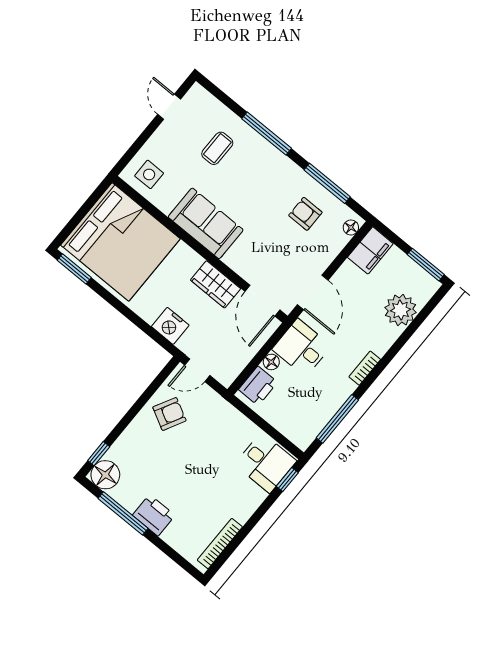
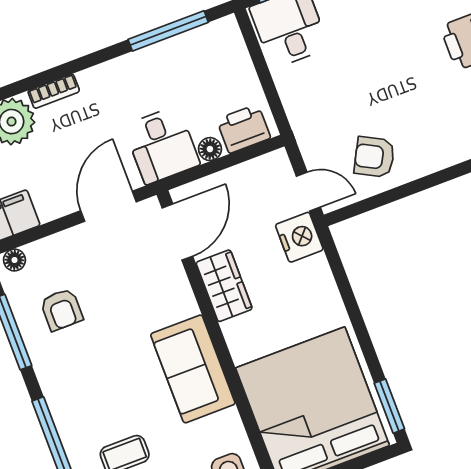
nightstand: (170, 326) -> (299, 237), moved
bookcase: (365, 368) -> (54, 91), moved

